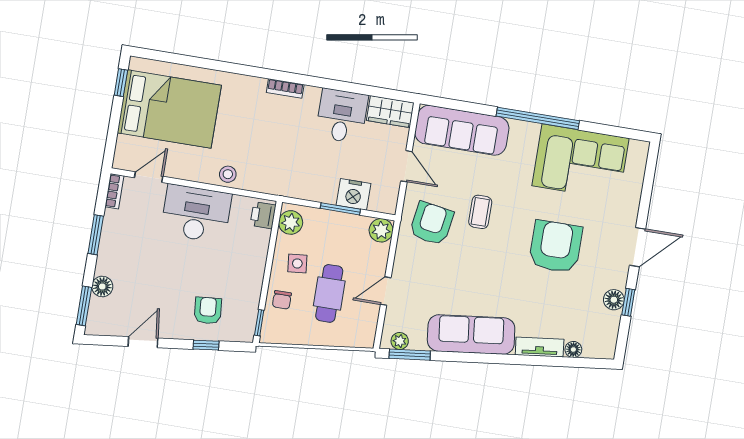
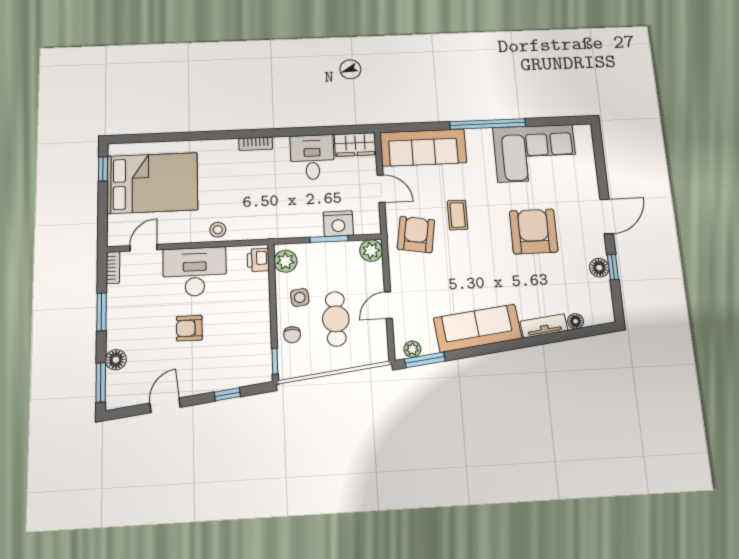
armchair: (208, 311) -> (189, 328), moved, turned -85

